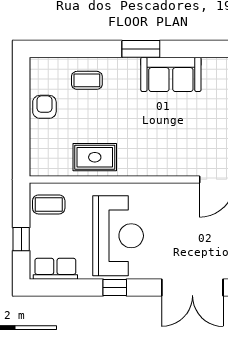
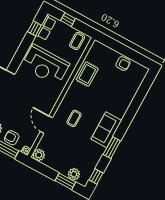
window: (141, 49) -> (112, 148), moved
coffee table: (87, 80) -> (74, 118), moved
window: (115, 287) -> (34, 28), moved

